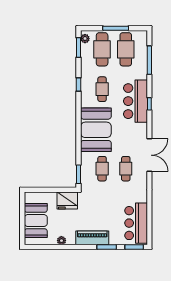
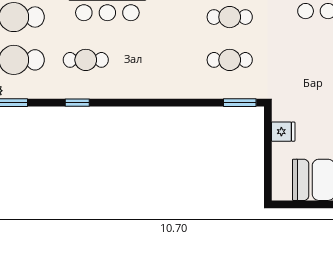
booth: (96, 130) -> (159, 71), removed
fridge: (67, 200) -> (283, 132), width x0.53, depth x0.75

